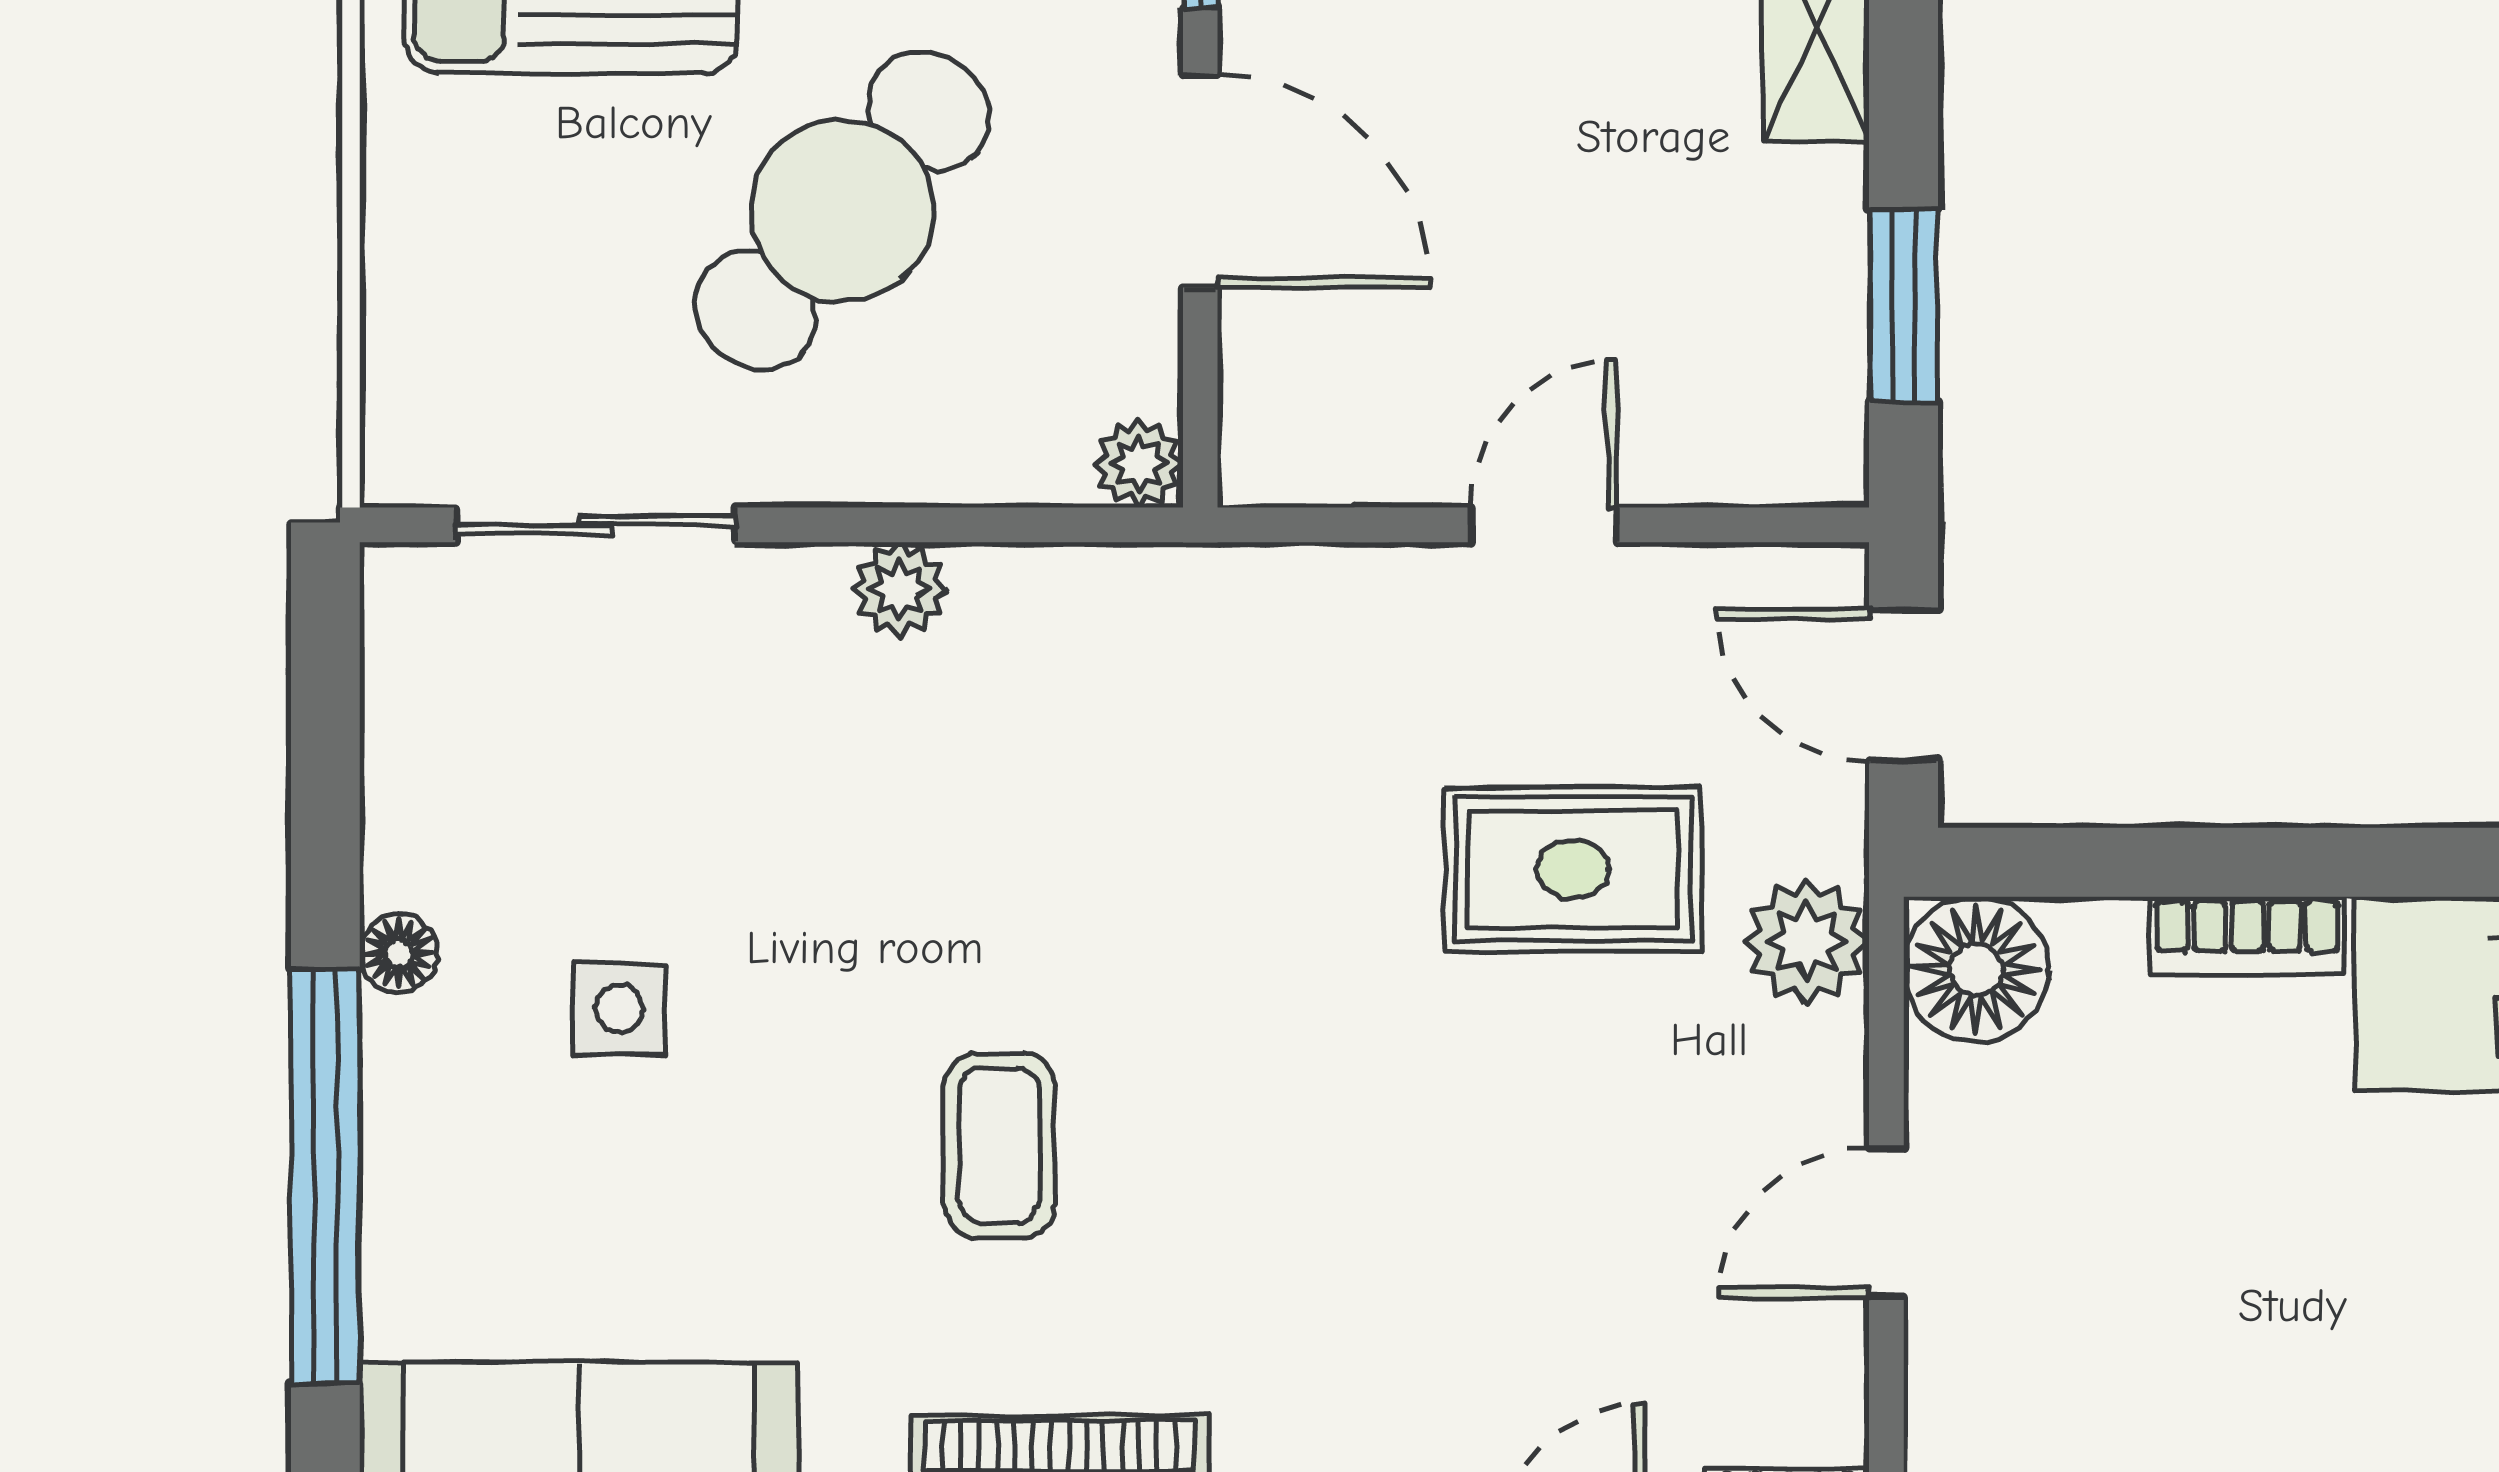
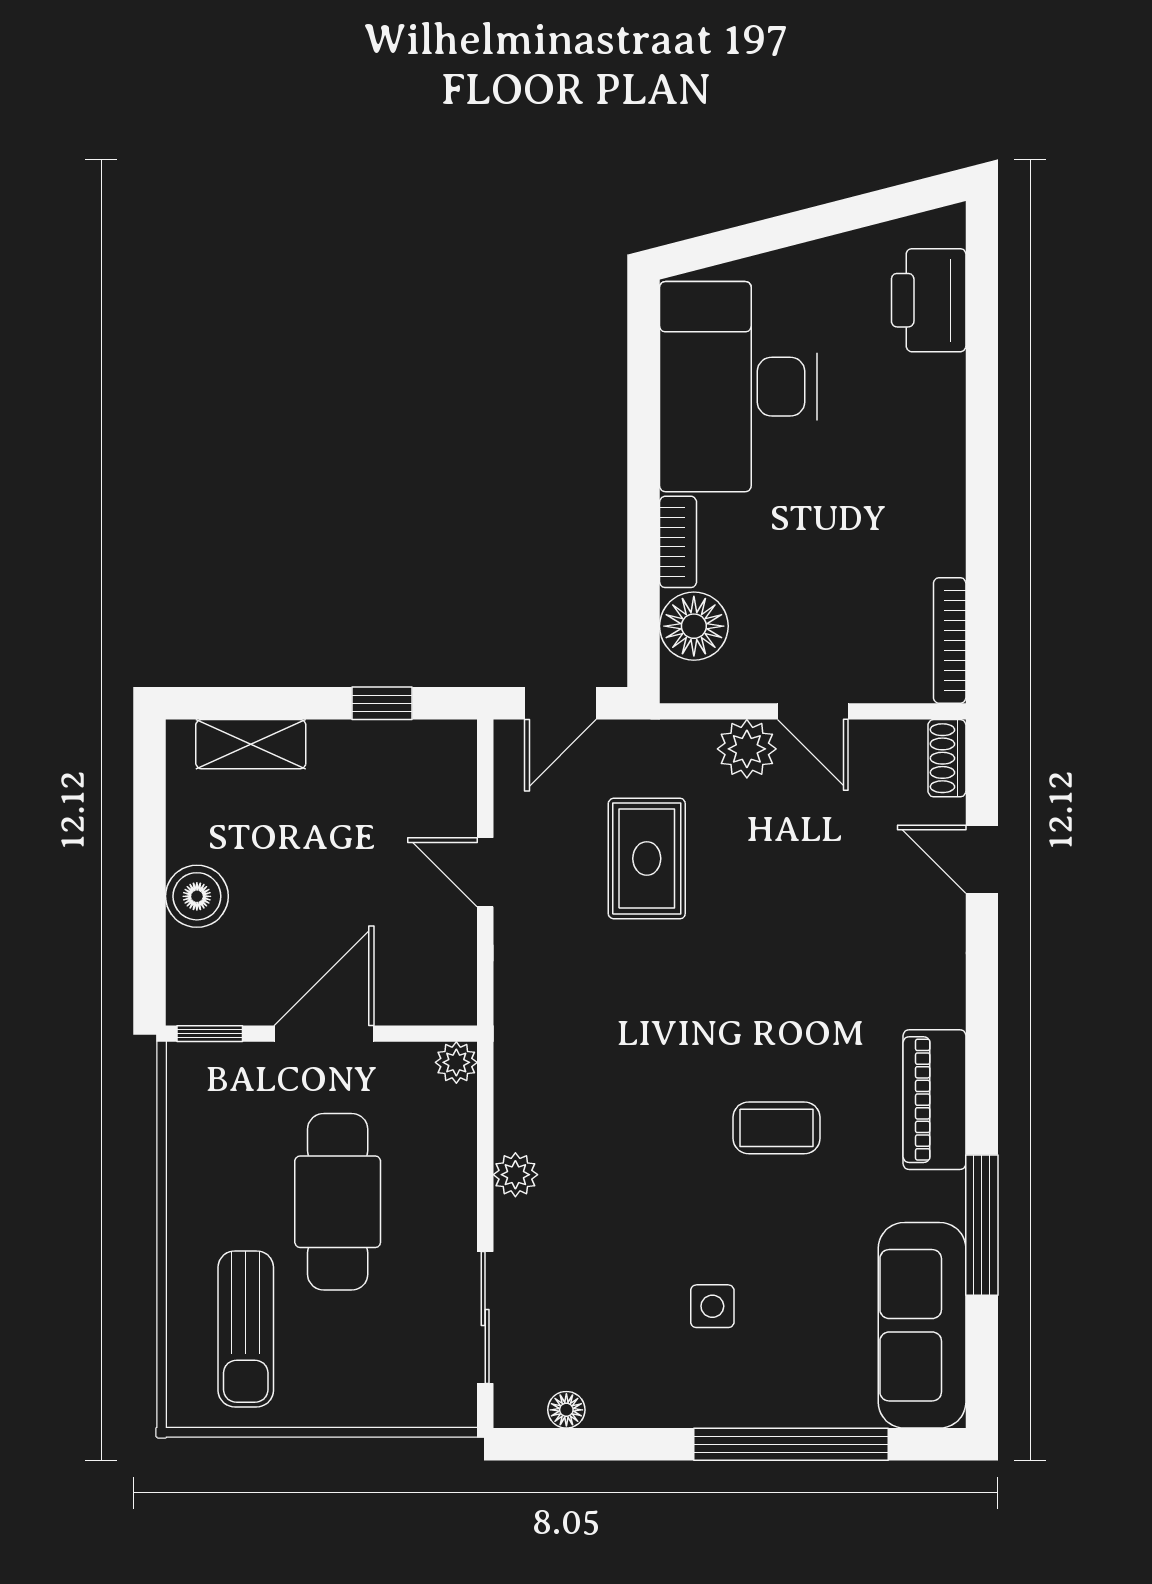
cafe table: (842, 211) -> (338, 1202), turned 49
window: (1904, 305) -> (382, 703), width x0.67
plant: (1807, 941) -> (747, 749), moved
floor lamp: (399, 953) -> (566, 1410), moved
floor lamp: (1976, 969) -> (694, 626), moved

